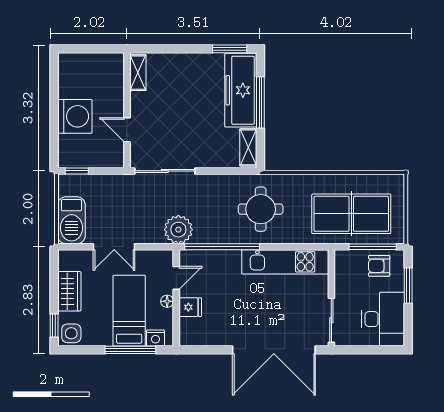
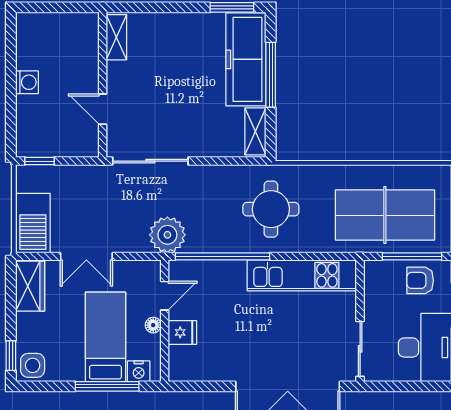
washing machine: (75, 116) -> (27, 82), width x0.53, depth x0.53
wardrobe: (69, 291) -> (30, 286), moved

